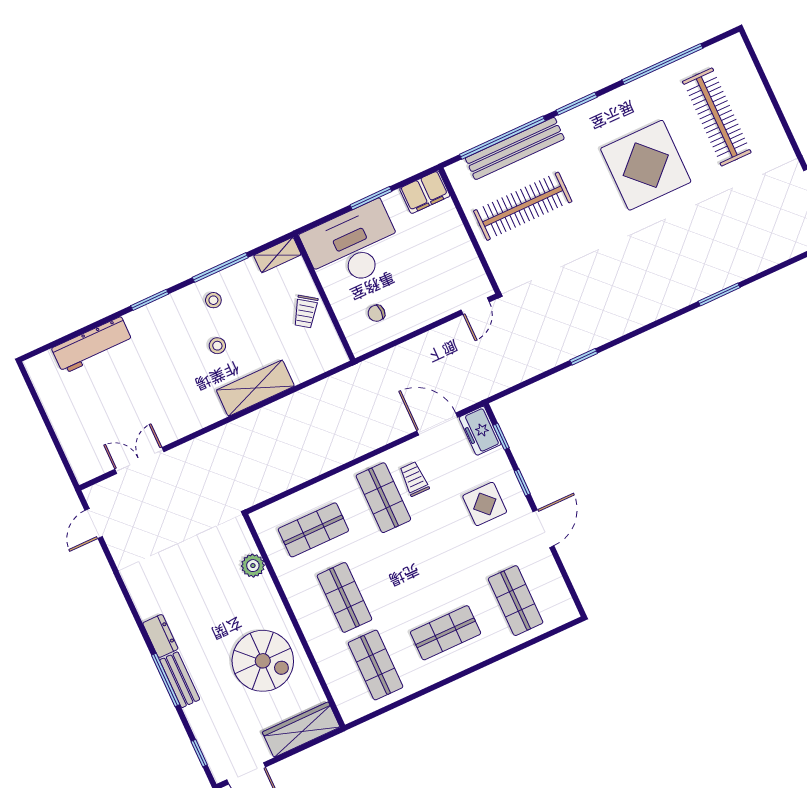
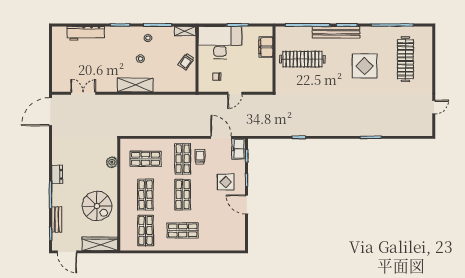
bench: (515, 148) -> (336, 32), moved
display table: (646, 165) -> (365, 66), width x0.73, depth x0.73
filing cabinet: (425, 192) -> (266, 47), moved, turned 90
door: (475, 306) -> (235, 93), moved
shelving: (255, 388) -> (135, 85), moved
door: (94, 523) -> (50, 112), width x1.88
door: (543, 529) -> (247, 205), swing flipped
shop shelf: (516, 601) -> (183, 195), moved
bench: (180, 680) -> (57, 220), moved

